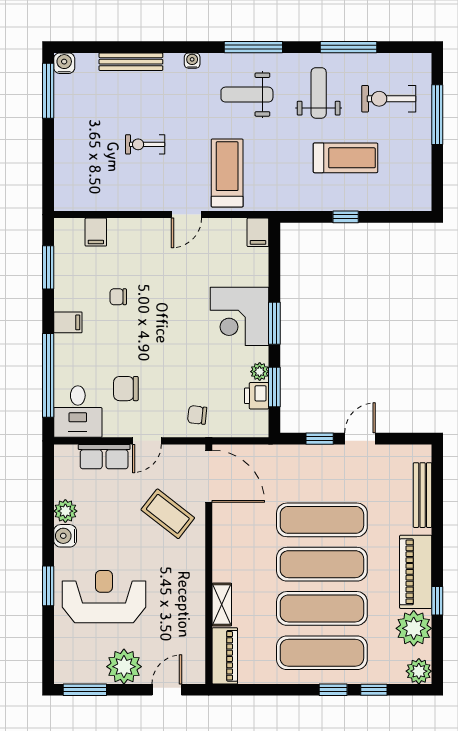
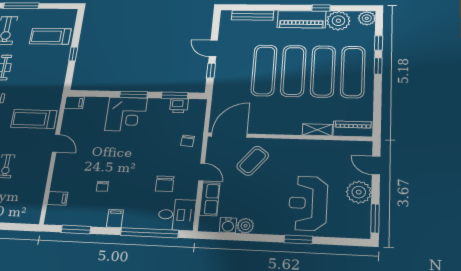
treadmill: (345, 158) -> (50, 36), moved, turned -90
plant: (260, 372) -> (163, 104), removed
water cooler: (65, 536) -> (228, 225), moved

